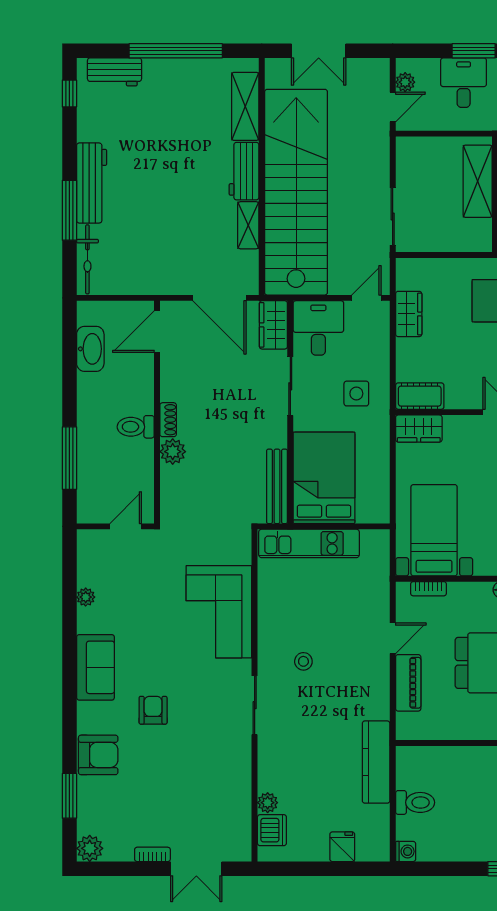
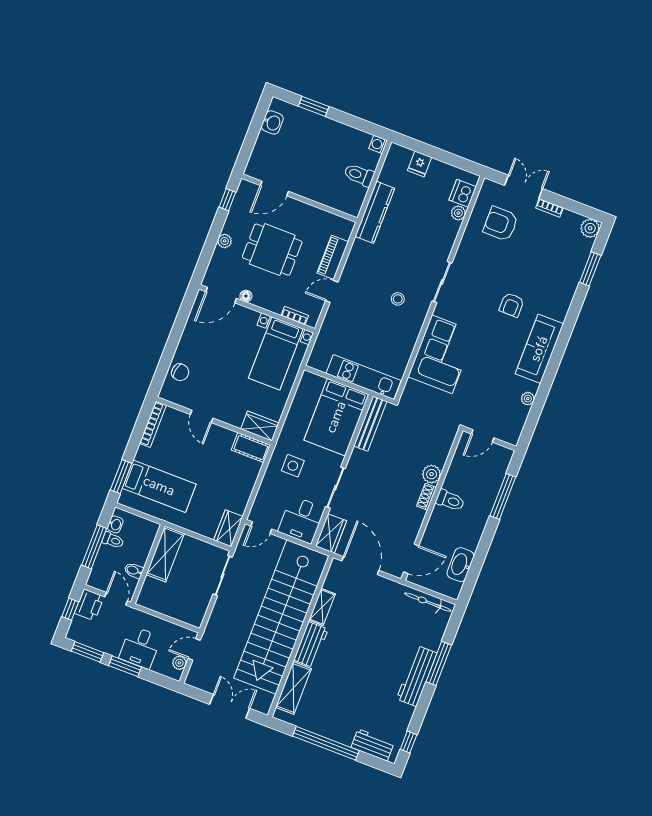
shelving: (478, 181) -> (165, 554), moved
bicycle: (87, 259) -> (428, 602), moved, turned -90
wardrobe: (409, 314) -> (228, 528), moved
sofa: (95, 667) -> (539, 349), width x1.36
armchair: (98, 755) -> (501, 224), moved

